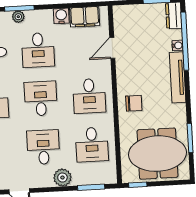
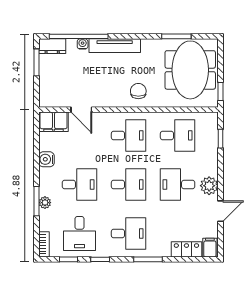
filing cabinet: (85, 17) -> (54, 122), moved, turned 90
desk: (41, 99) -> (129, 184), turned 180
plant: (62, 178) -> (209, 186), moved
window: (91, 187) -> (221, 139), width x0.67

